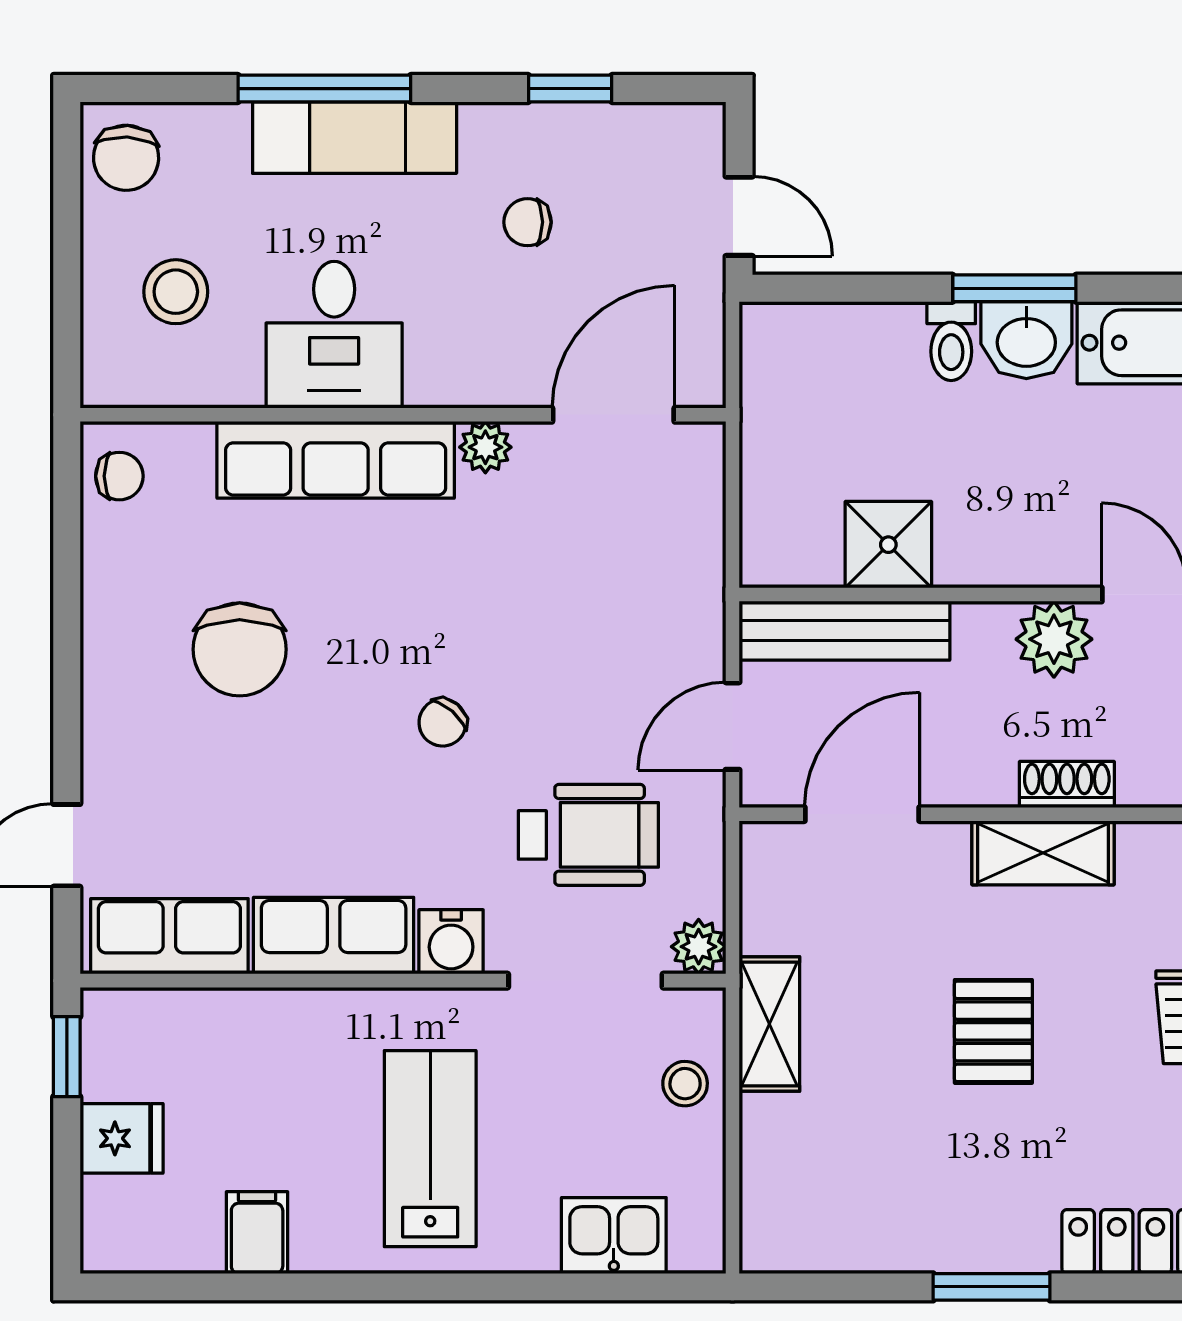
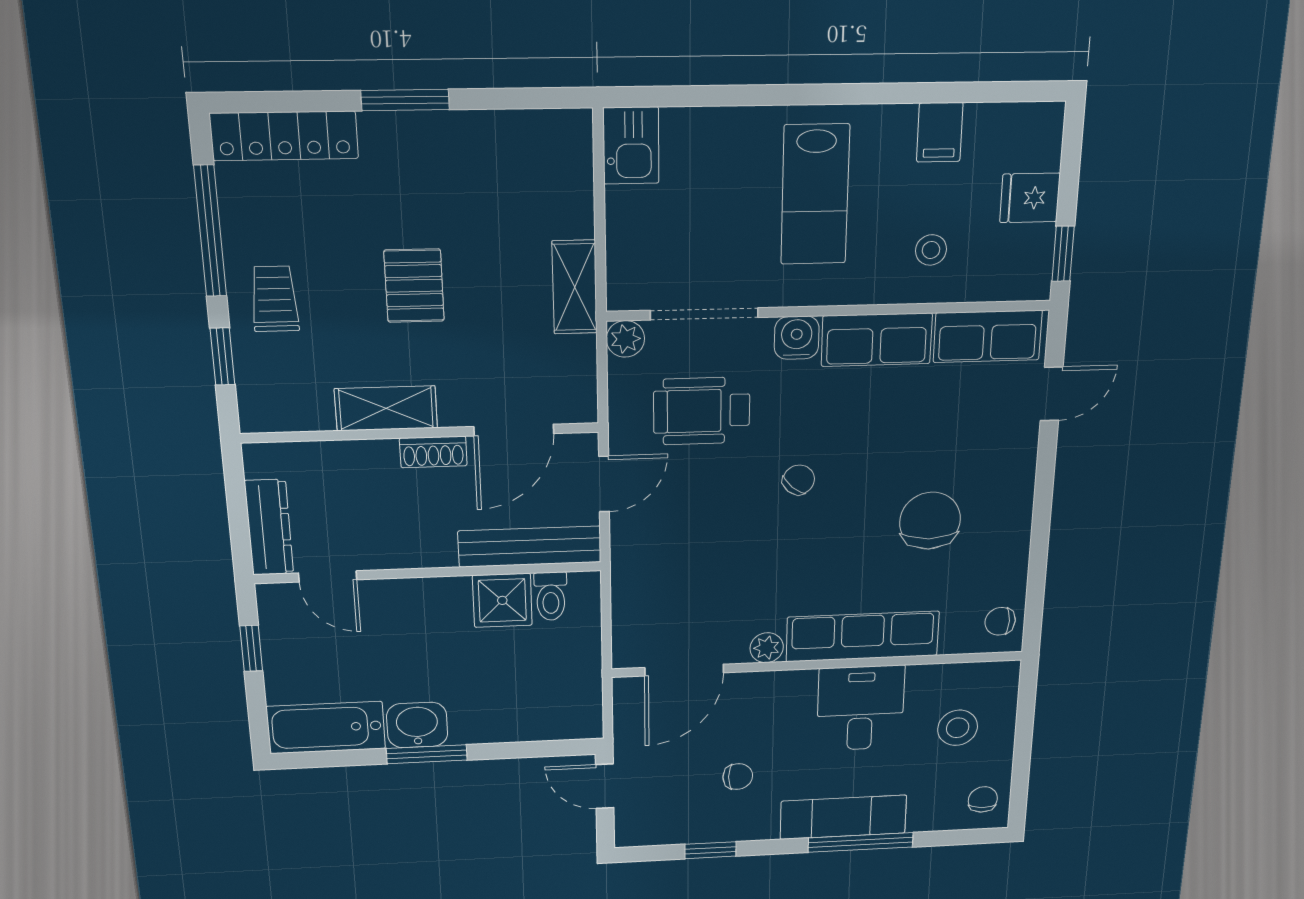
chair: (126, 158) -> (983, 799), width x0.73, depth x0.73
toilet: (951, 341) -> (551, 596), moved, turned 180
plant: (1054, 639) -> (387, 546), removed
shoe rack: (1067, 784) -> (433, 452), moved
stool: (685, 1084) -> (931, 250), moved
kitchen sink: (614, 1236) -> (631, 146), moved, turned -90

